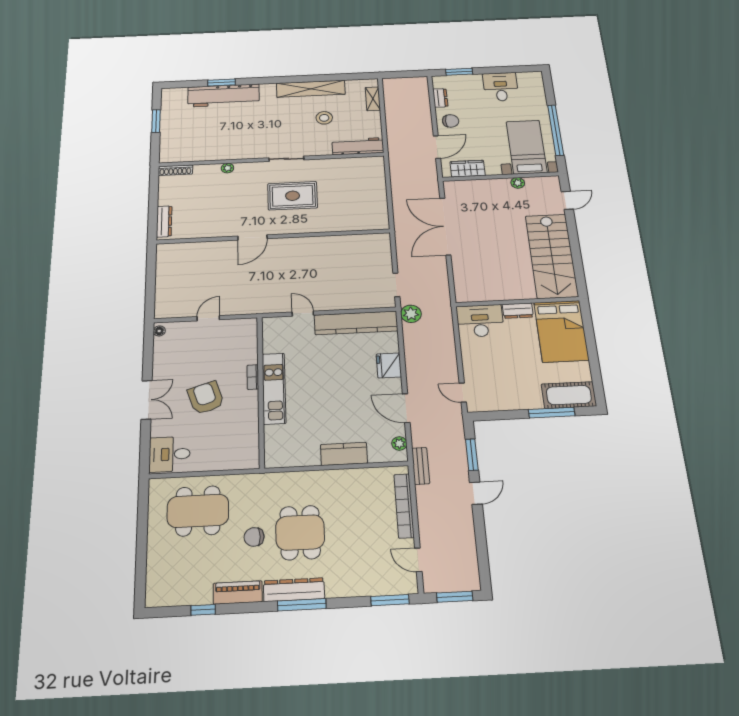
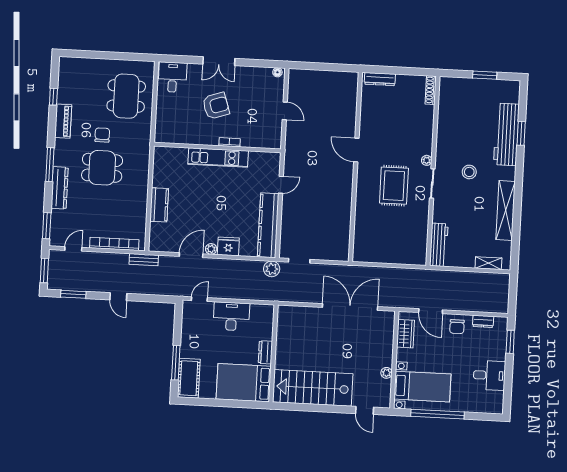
stool: (324, 118) -> (469, 172), moved
plant: (227, 168) -> (427, 160), moved
desk: (480, 321) -> (231, 316), moved, turned -90
plant: (399, 443) -> (211, 249), moved
window: (472, 455) -> (73, 294), moved
dresser: (294, 590) -> (60, 188), moved

